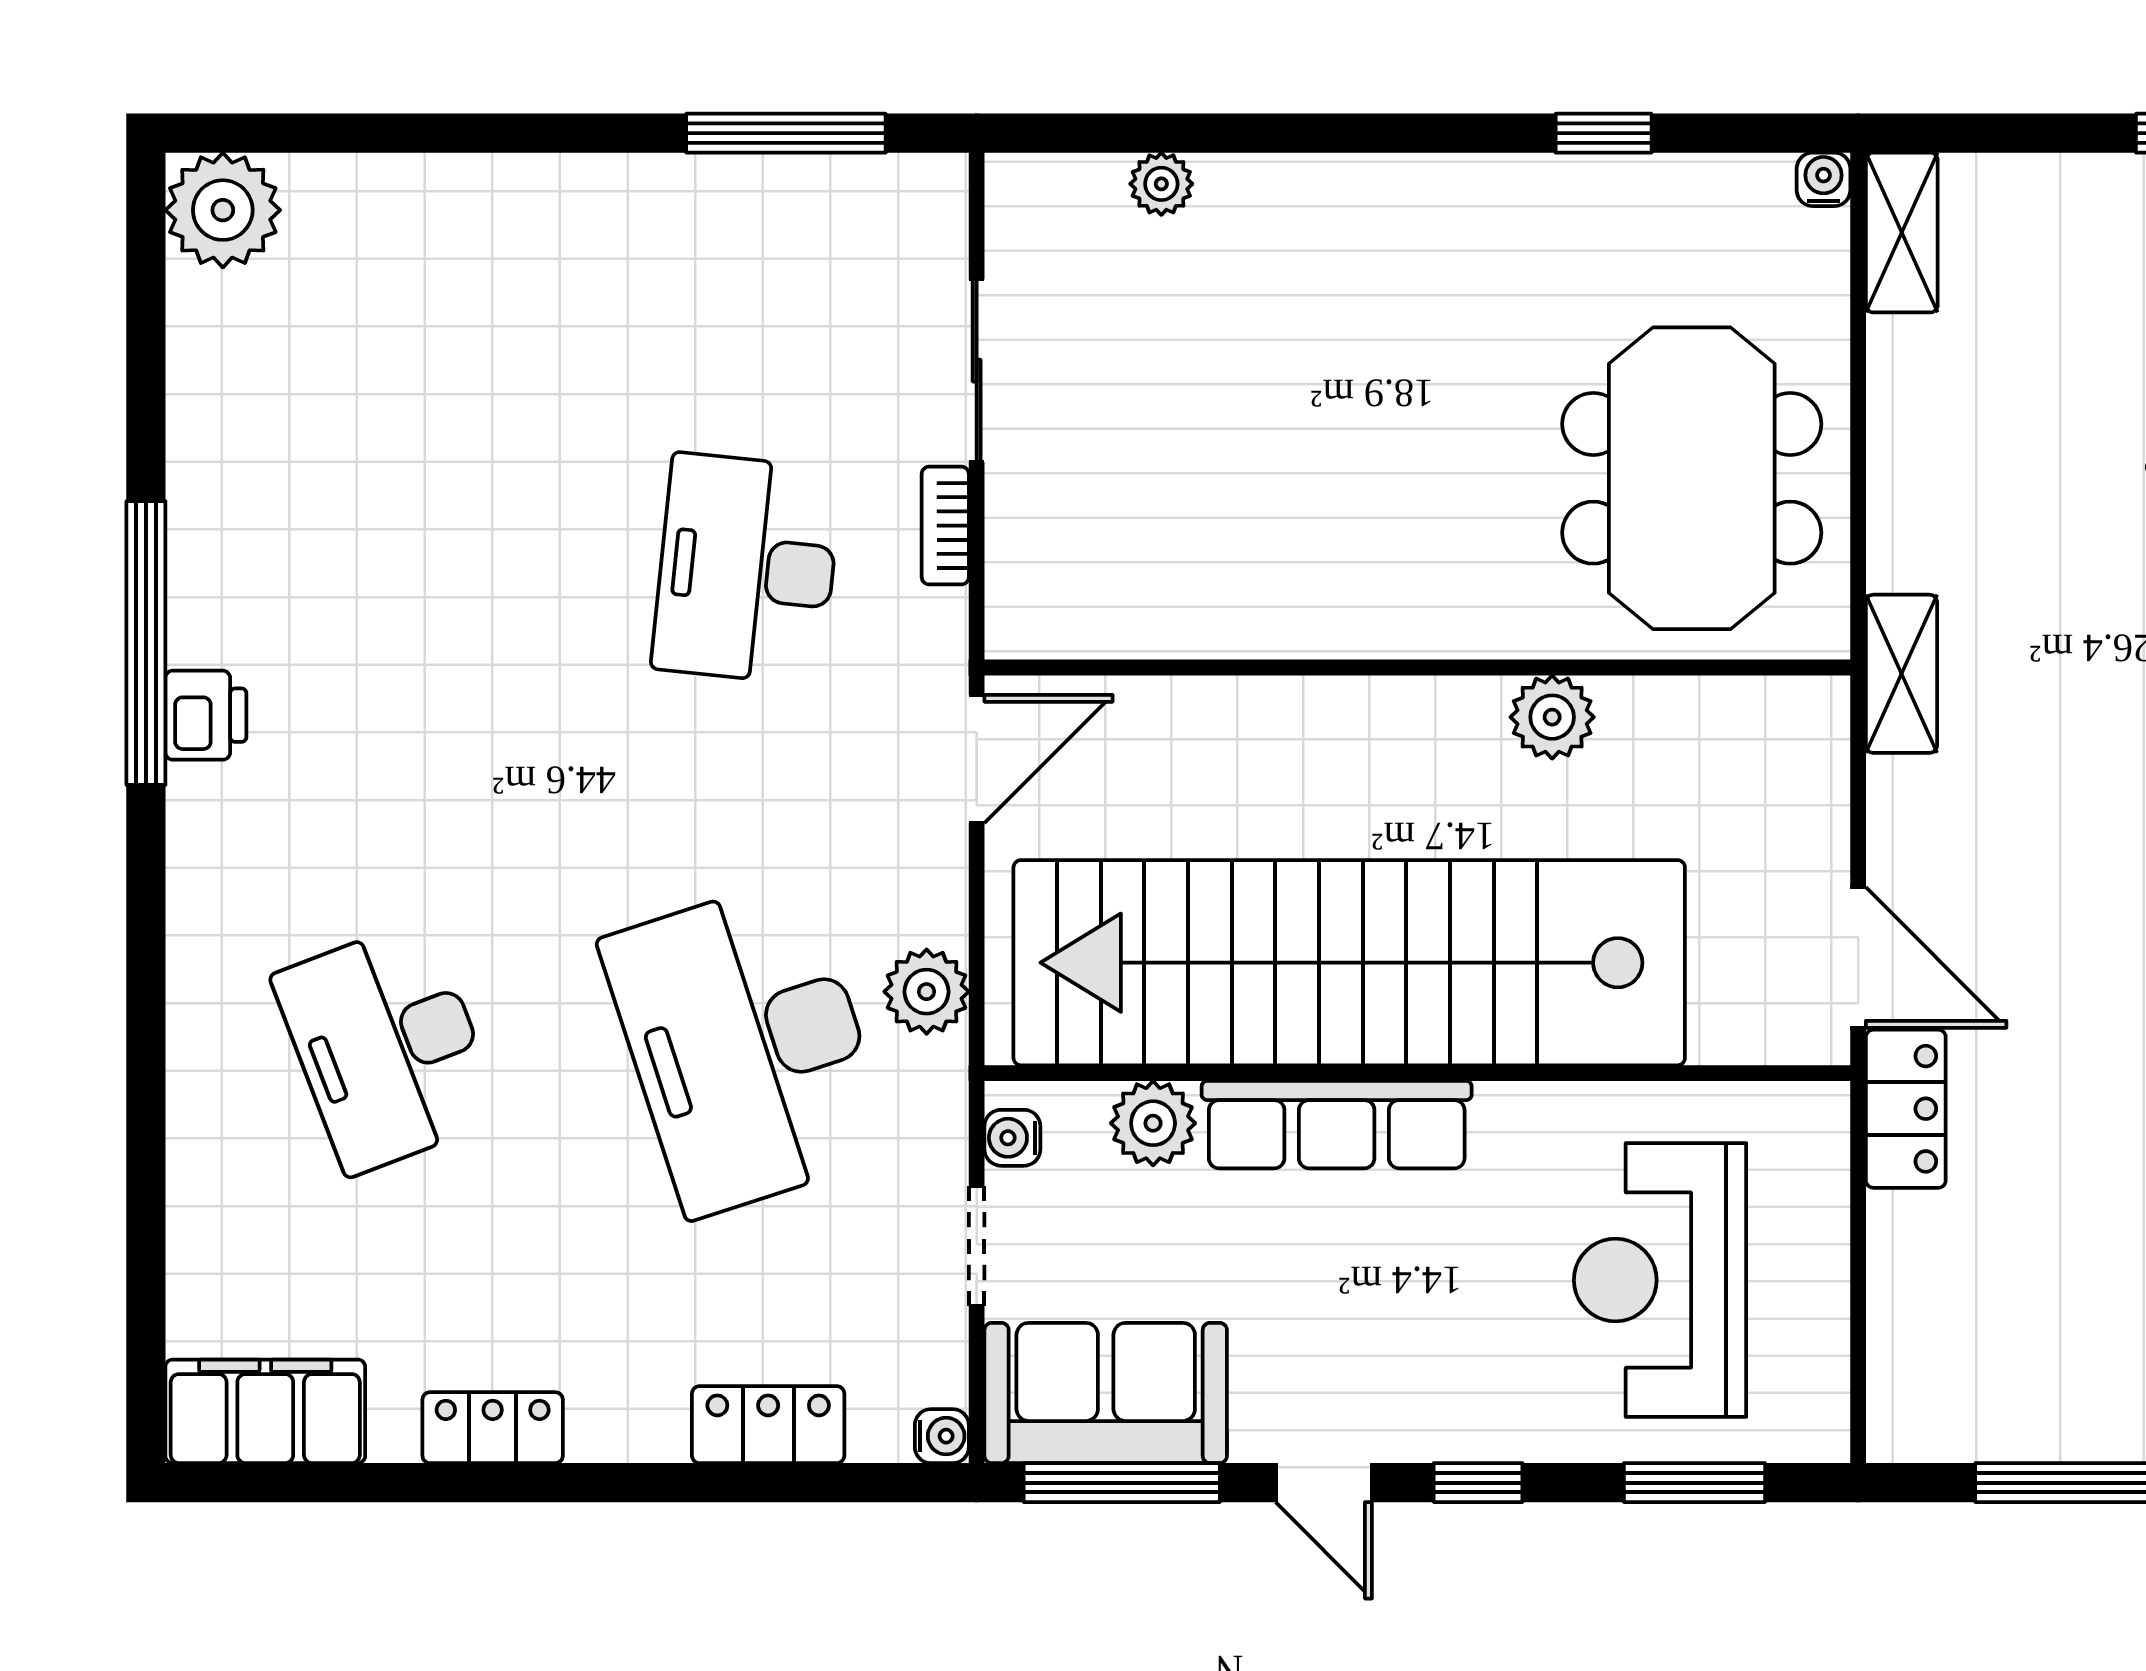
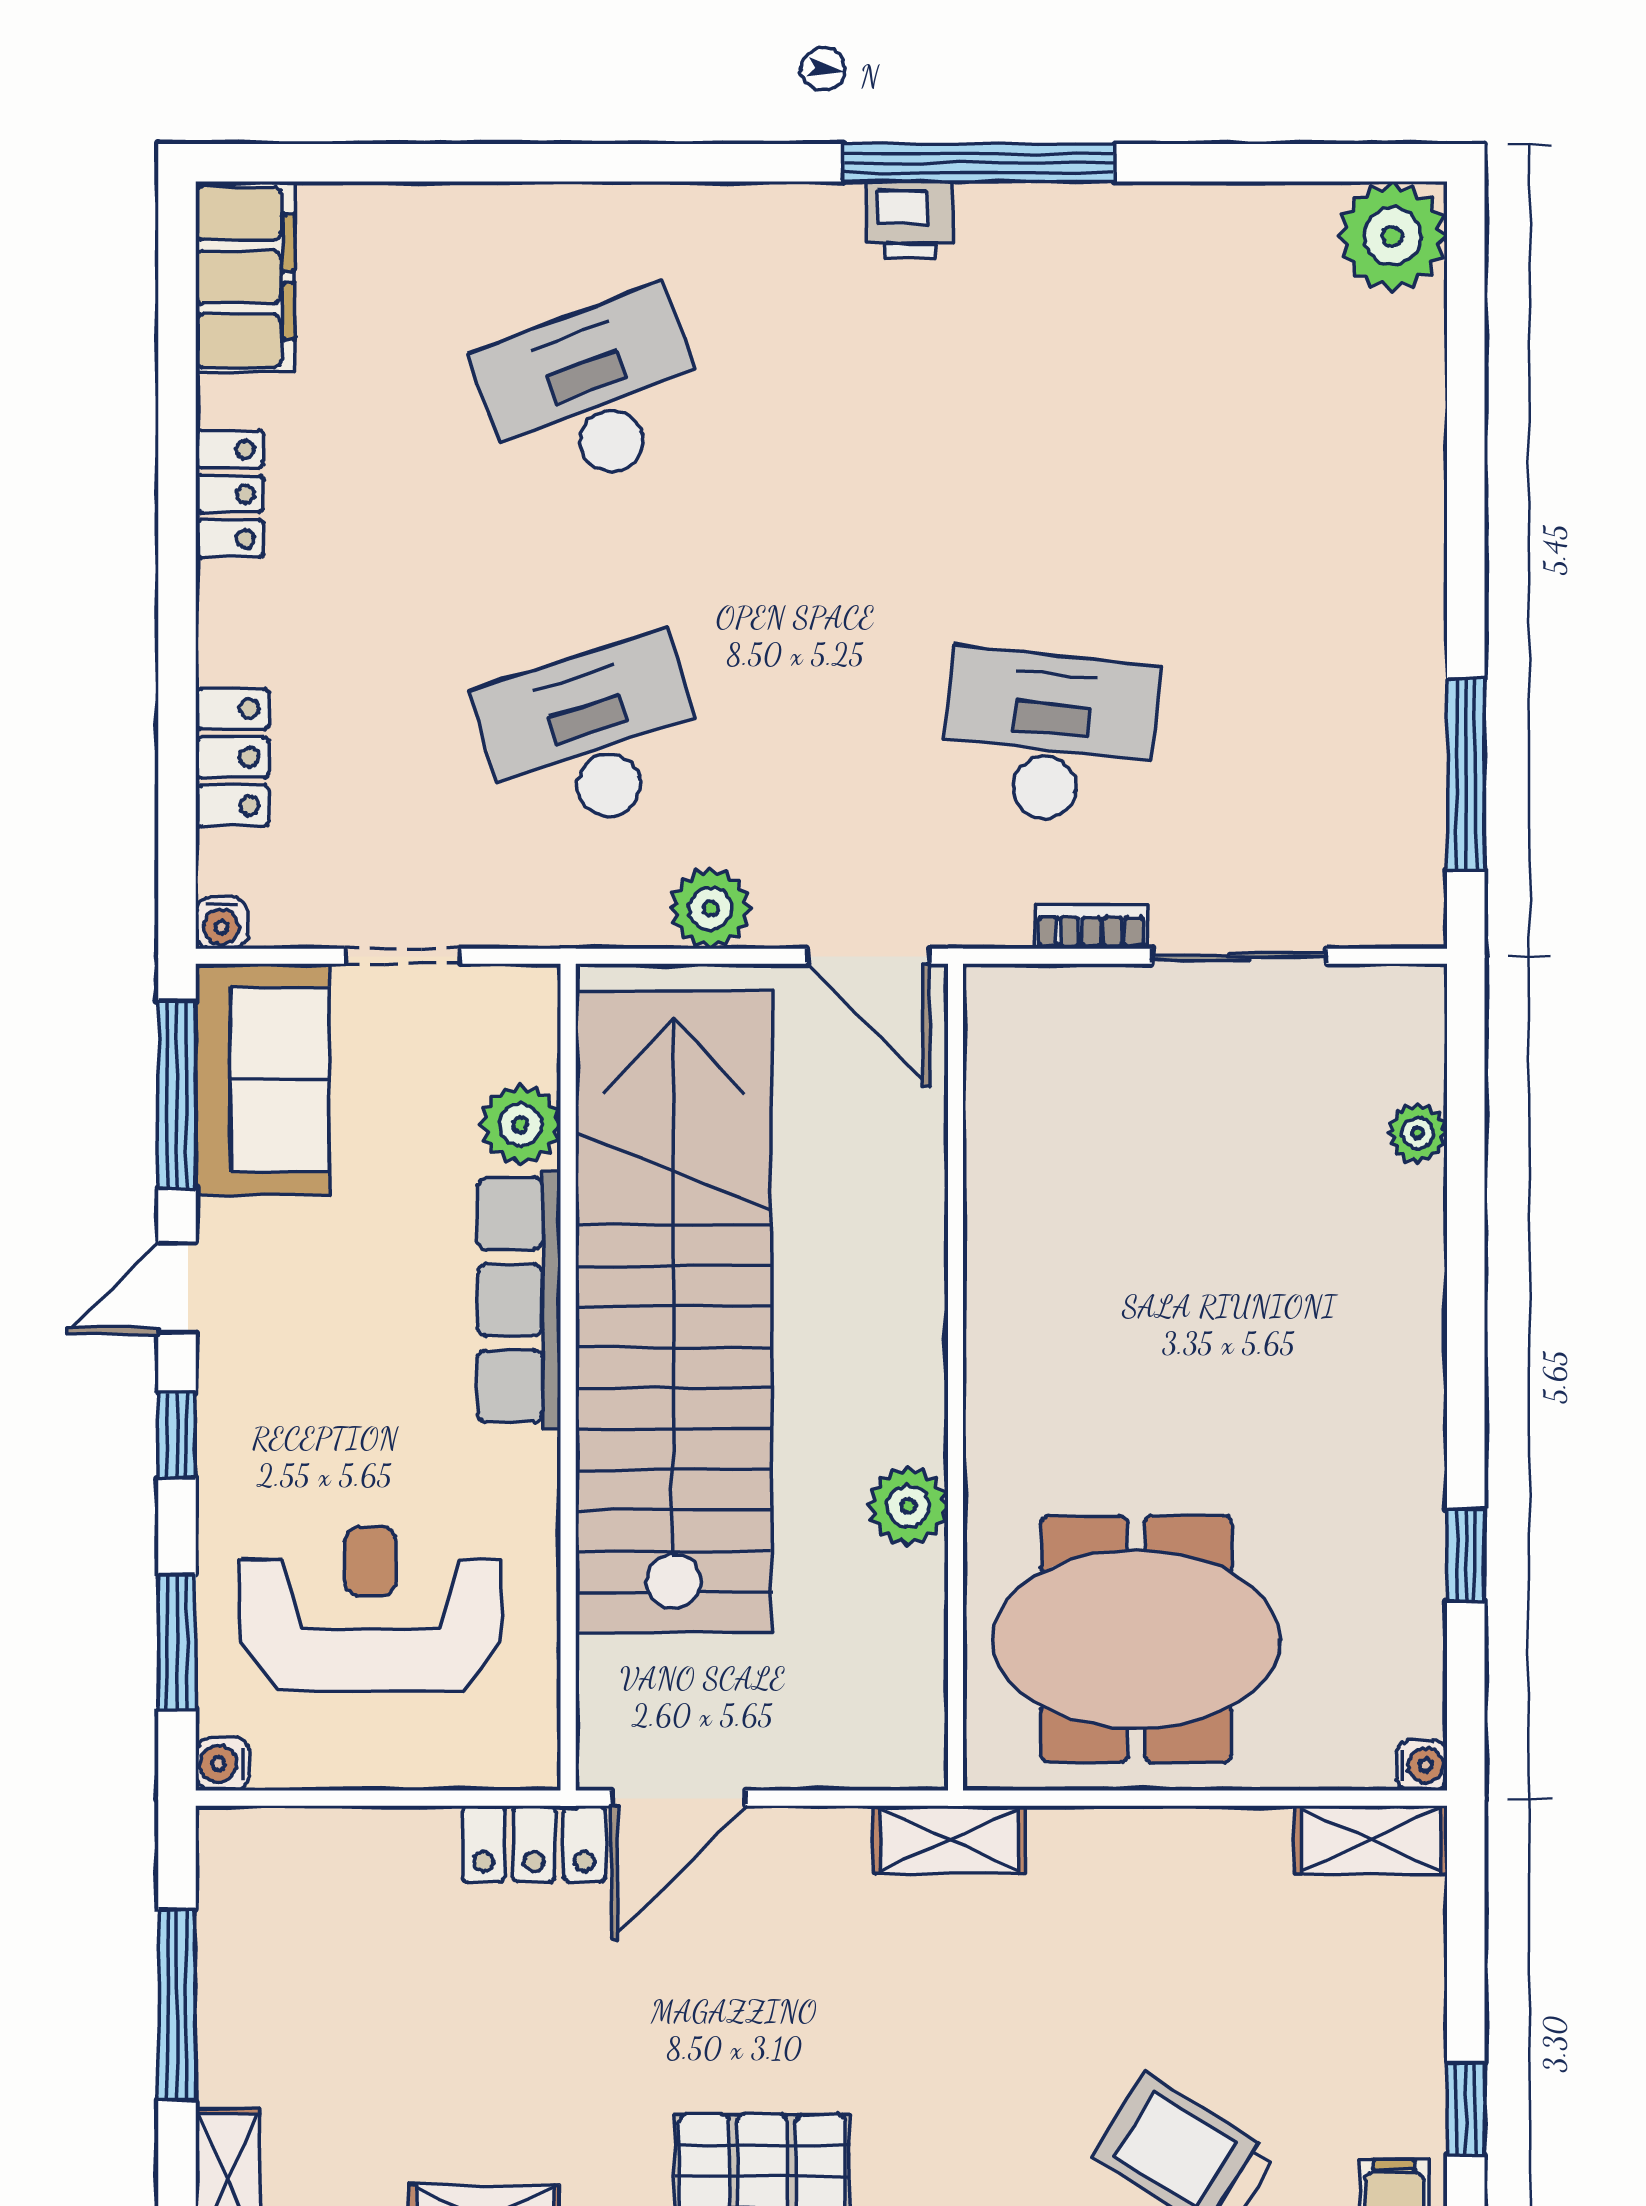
plant: (927, 992) -> (711, 908), moved
desk: (747, 1047) -> (593, 737), width x0.73, depth x0.77
water cooler: (1012, 1138) -> (222, 1764), moved, turned -90

